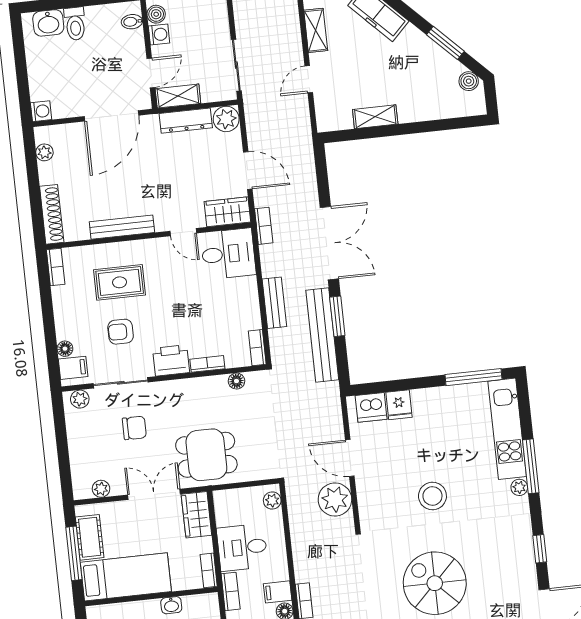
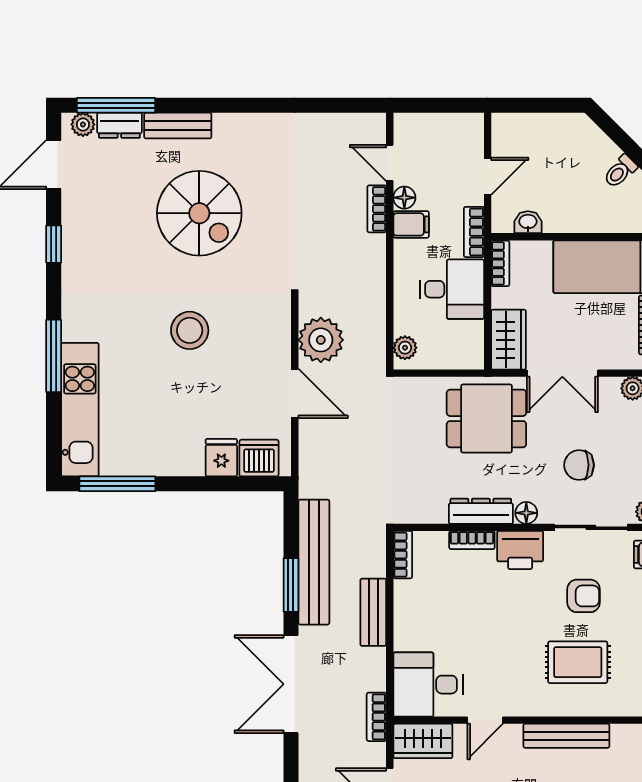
door: (183, 232) -> (485, 720), swing flipped
floor lamp: (236, 381) -> (526, 513), moved
dresser: (203, 386) -> (481, 511), added
plant: (519, 487) -> (72, 329), removed
washbasin: (171, 605) -> (528, 222), moved

